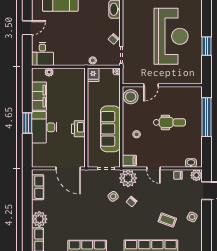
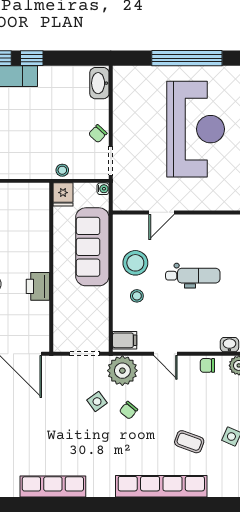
stool: (131, 97) -> (135, 263), moved
sofa: (110, 129) -> (92, 247), moved

